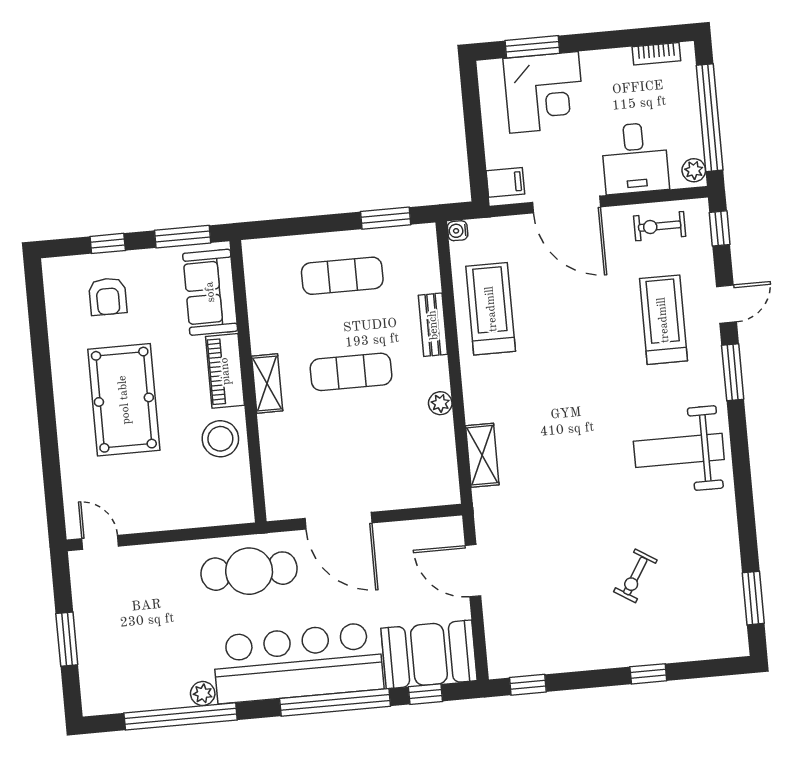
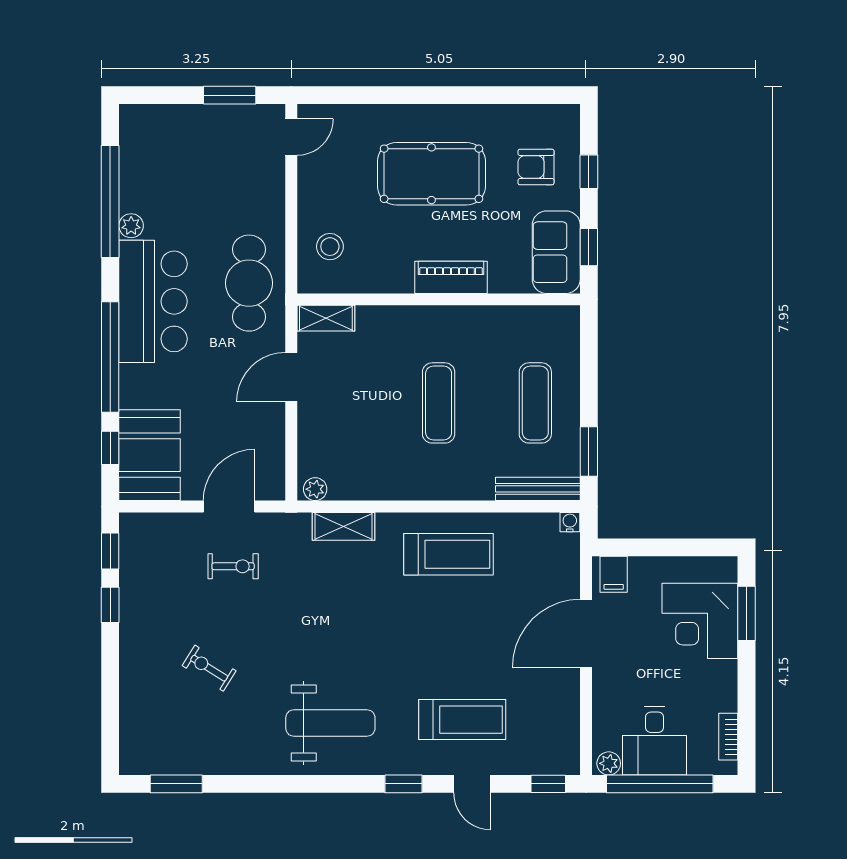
desk: (635, 158) -> (655, 741), moved, turned -90
exercise bike: (660, 226) -> (233, 566), moved, turned 90
window: (183, 237) -> (589, 247), width x0.67
sofa: (210, 292) -> (556, 252), moved, turned -90
treadmill: (491, 309) -> (448, 554), moved
bench: (433, 325) -> (538, 489), moved, width x1.36
window: (733, 372) -> (404, 784), width x0.67
shelving: (267, 384) -> (326, 318), moved
plant: (440, 403) -> (315, 489), moved
stool: (220, 439) -> (330, 247), moved, width x0.73, depth x0.73
weight bench: (679, 450) -> (330, 723), turned 90
door: (339, 521) -> (291, 377), width x0.73
window: (67, 639) -> (230, 95), moved
bar counter: (298, 663) -> (153, 301), width x0.73
window: (648, 674) -> (110, 605), moved

